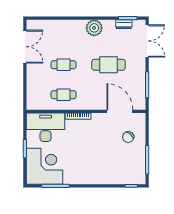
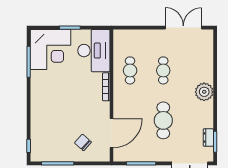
plant: (94, 28) -> (204, 92), moved
double door: (25, 47) -> (183, 28), swing flipped

